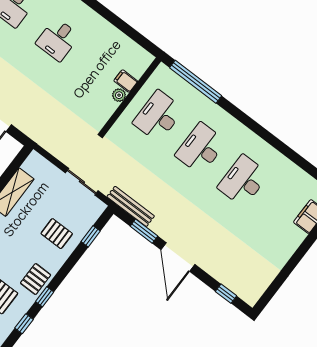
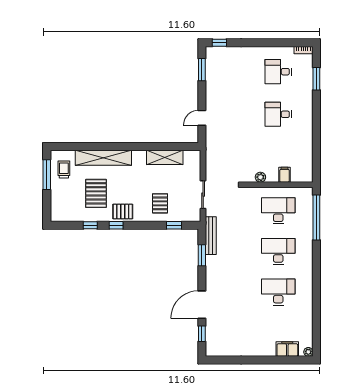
plant: (119, 95) -> (260, 177), moved
door: (178, 257) -> (202, 305), moved

